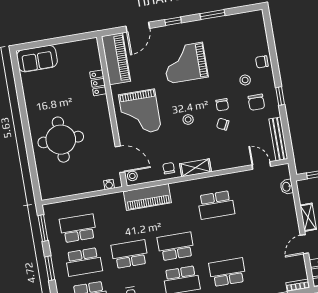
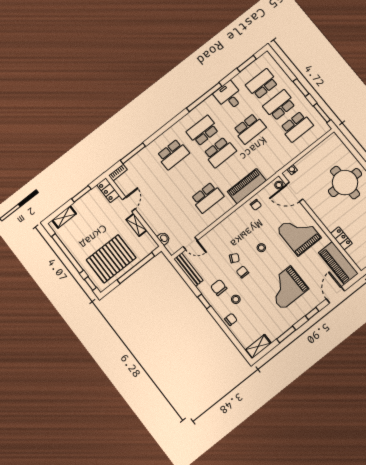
grand piano: (185, 63) -> (286, 288), turned 180
shelving: (195, 168) -> (258, 347), moved
piano: (147, 197) -> (247, 186), moved
school desk: (216, 205) -> (207, 197), turned 180

